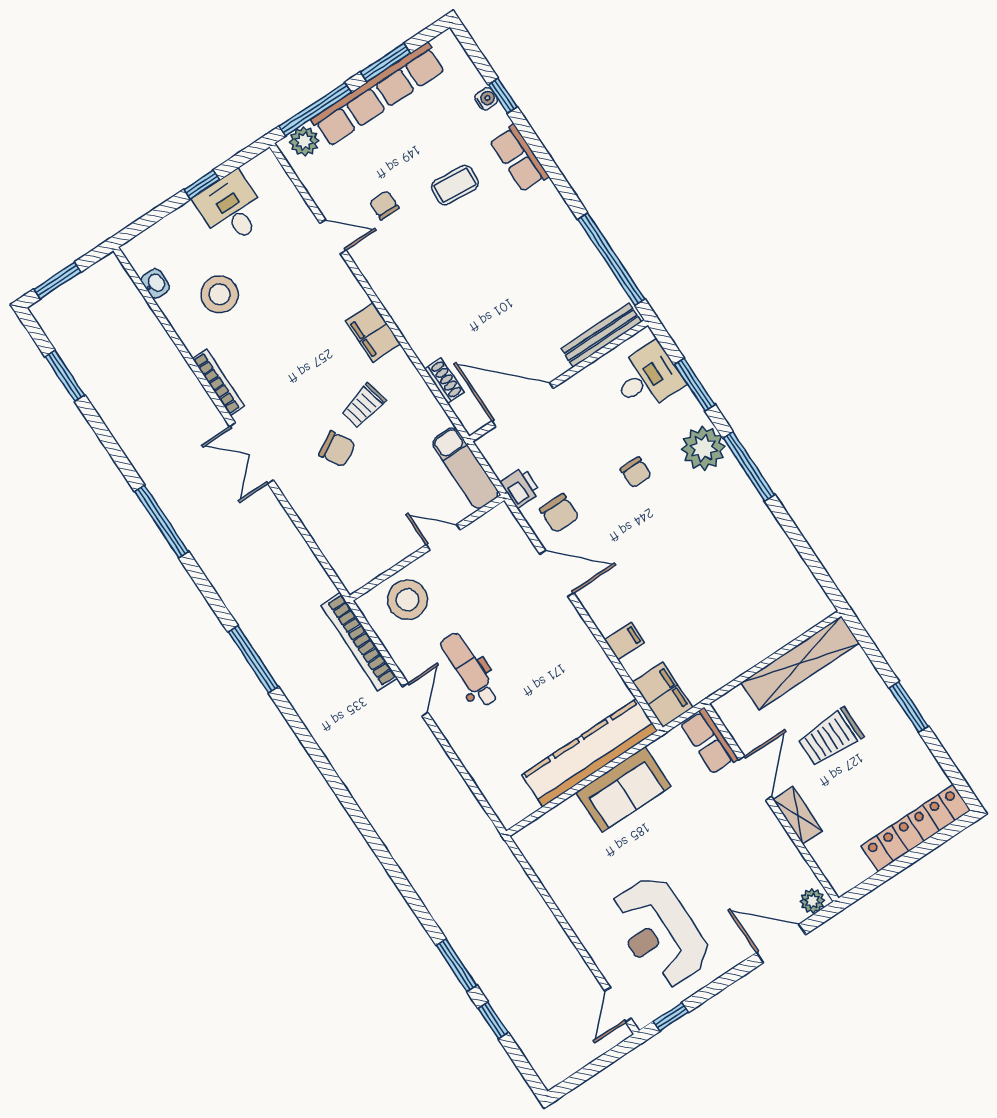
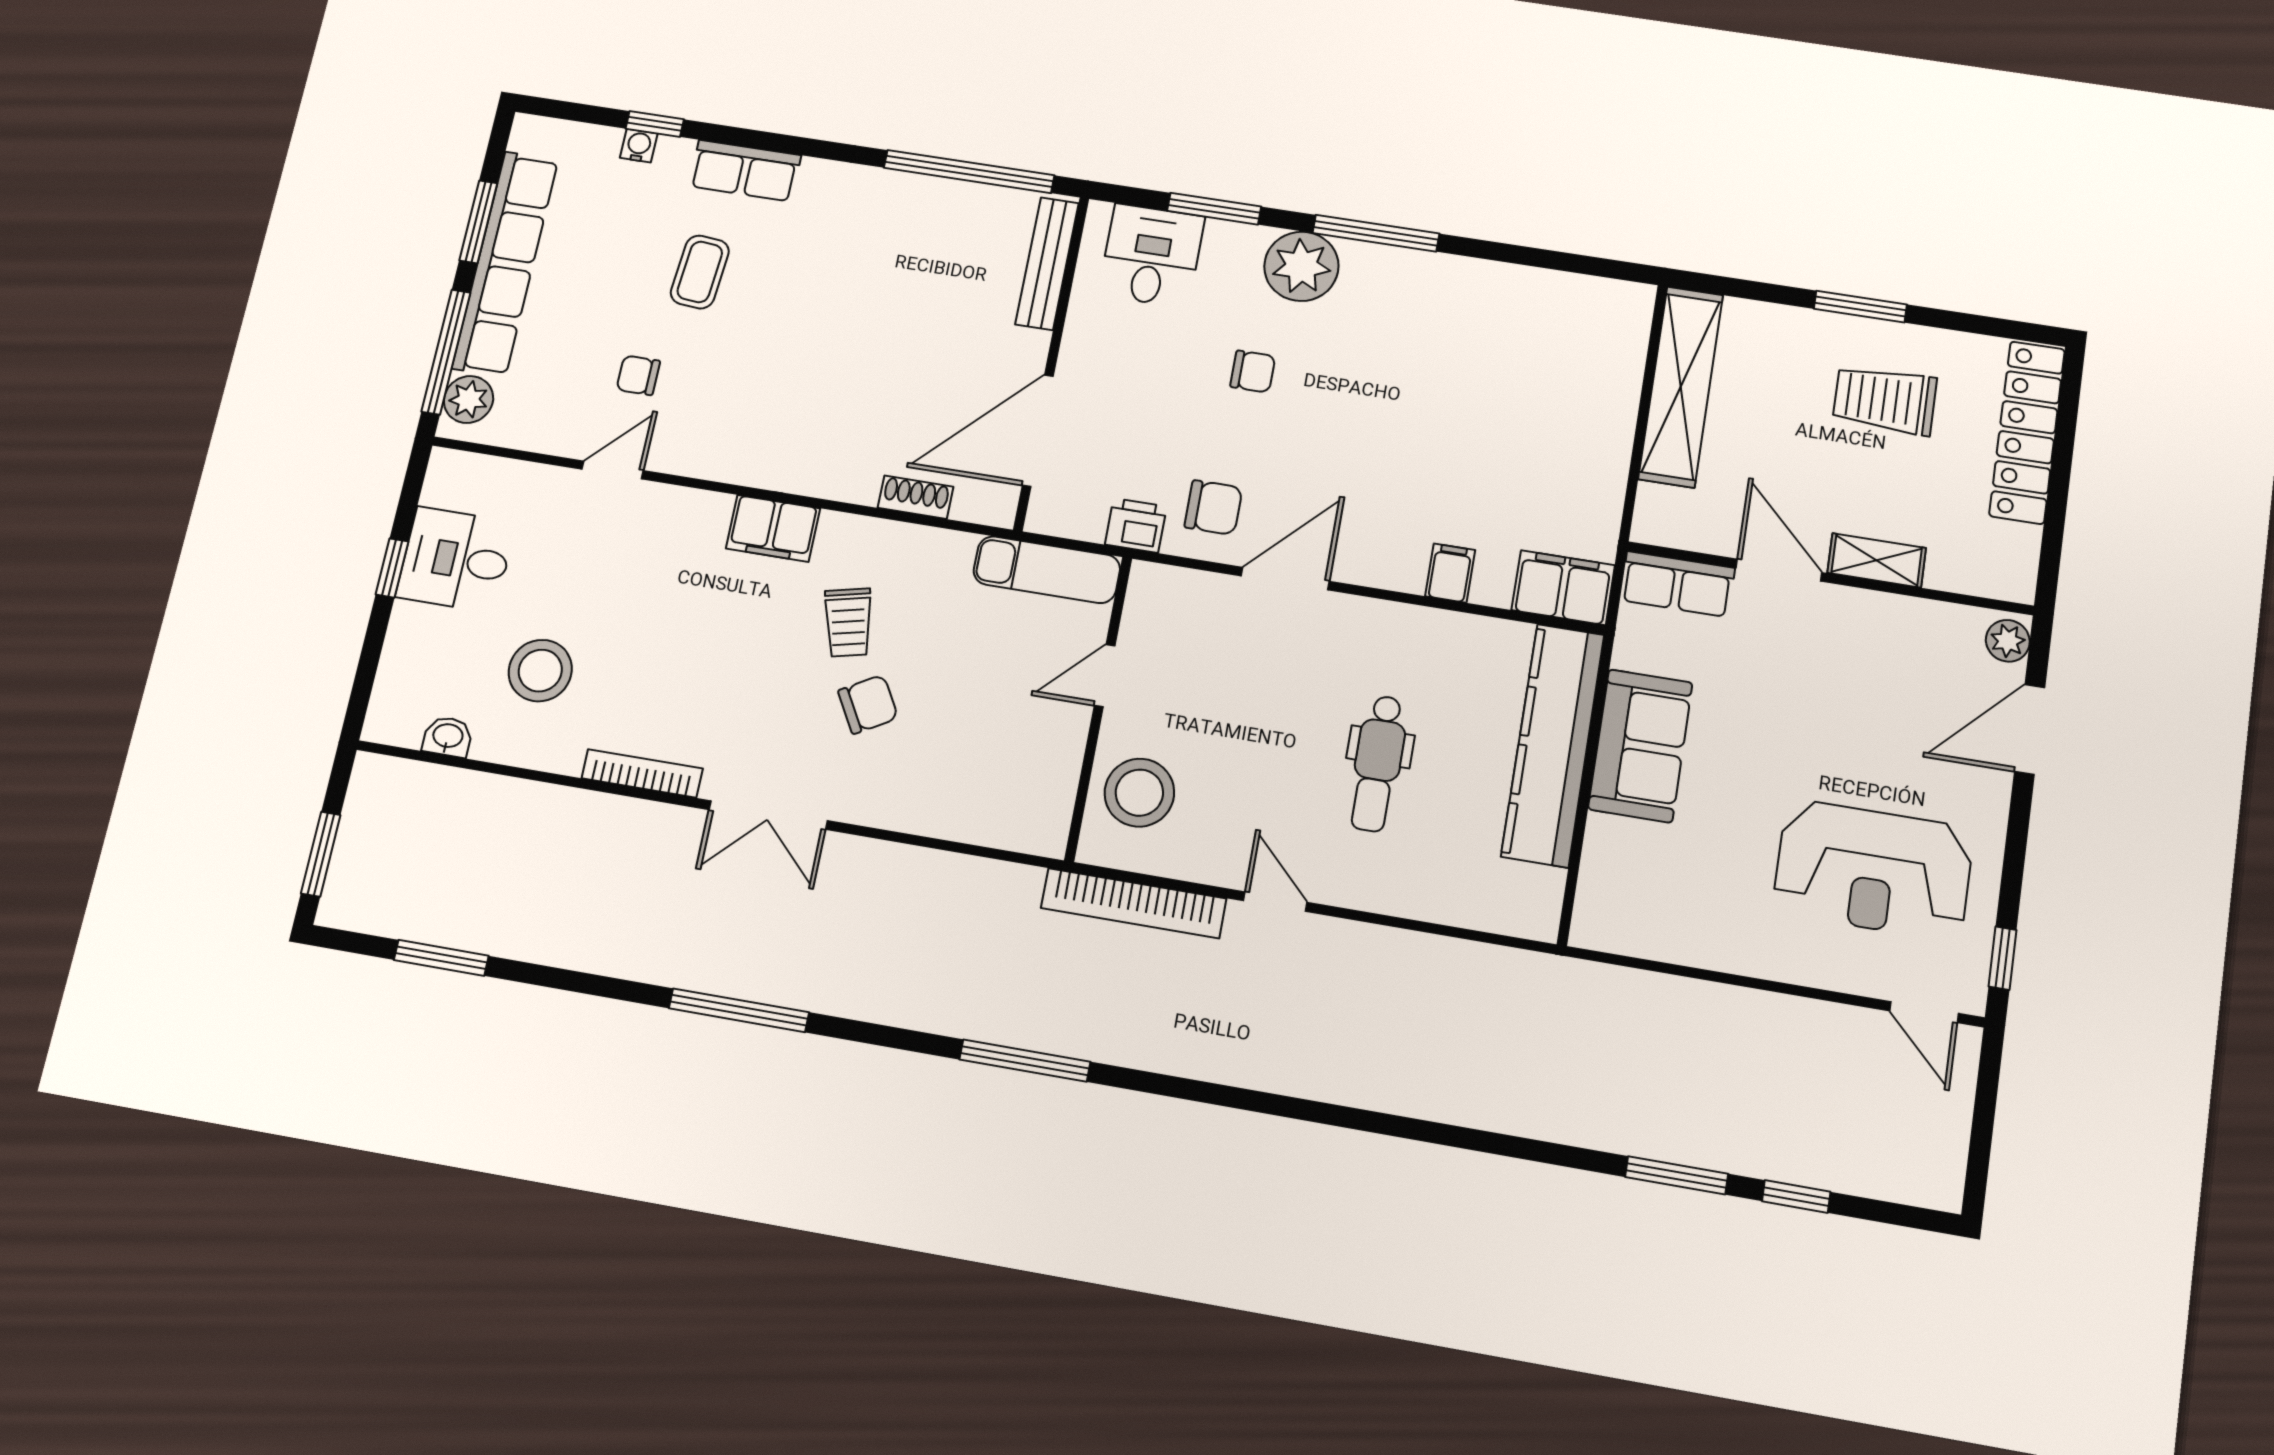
dental chair: (469, 670) -> (1378, 763), moved, turned -90
trolley: (831, 737) -> (1885, 400), moved, turned 90

